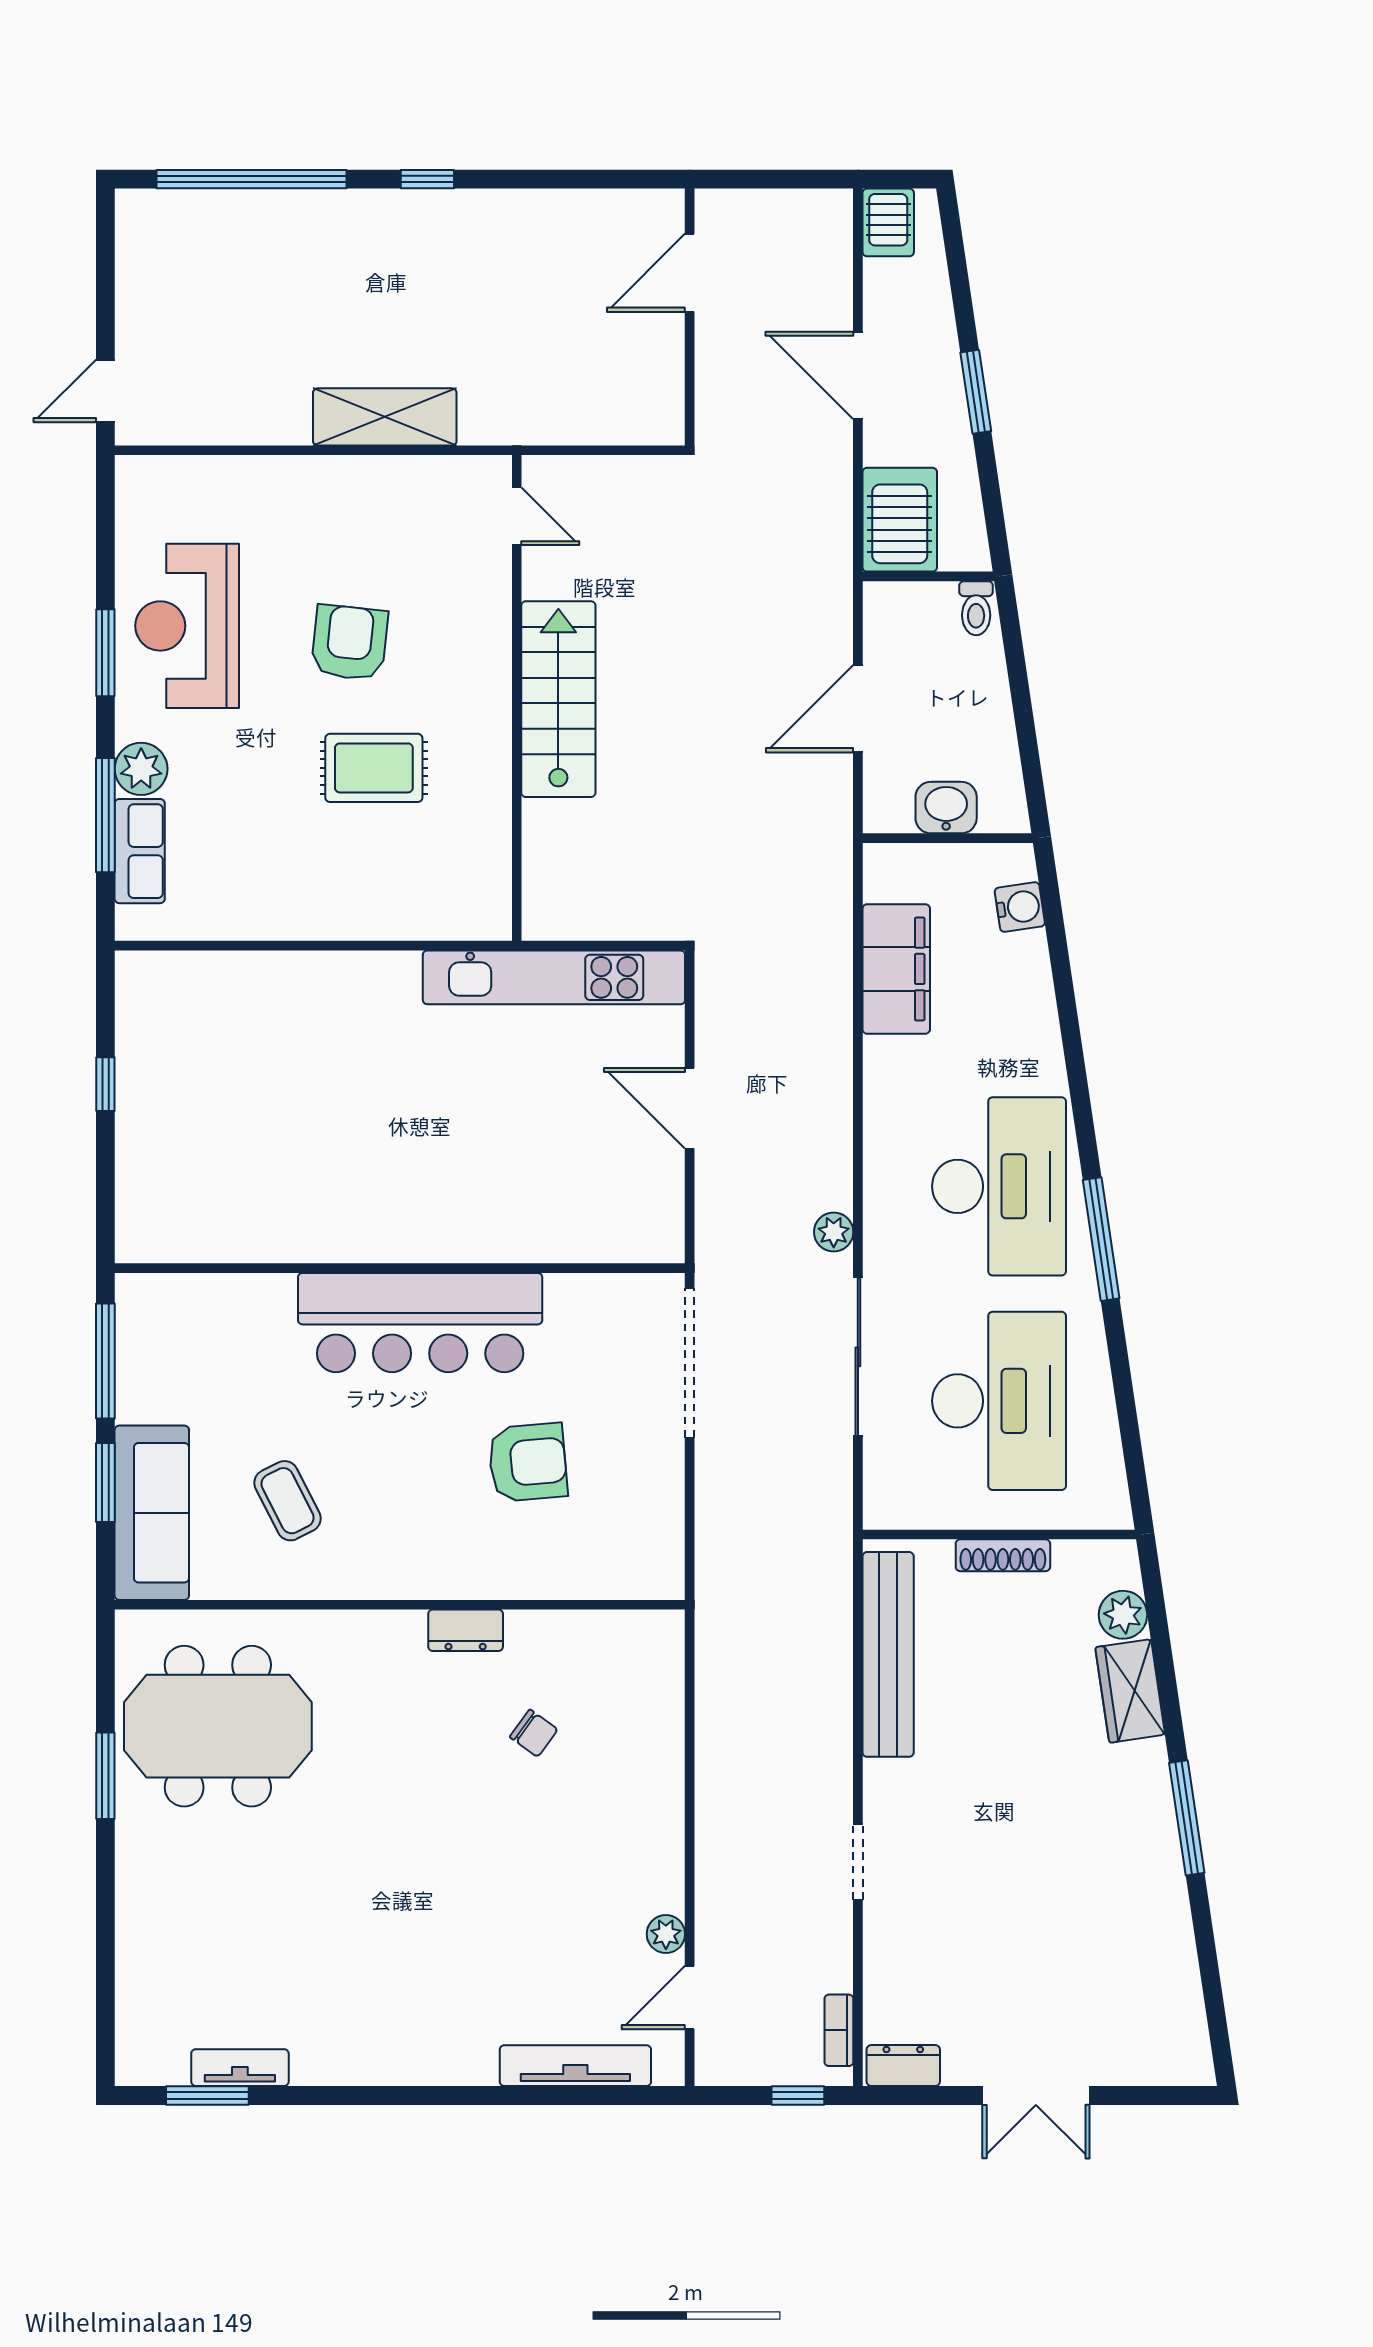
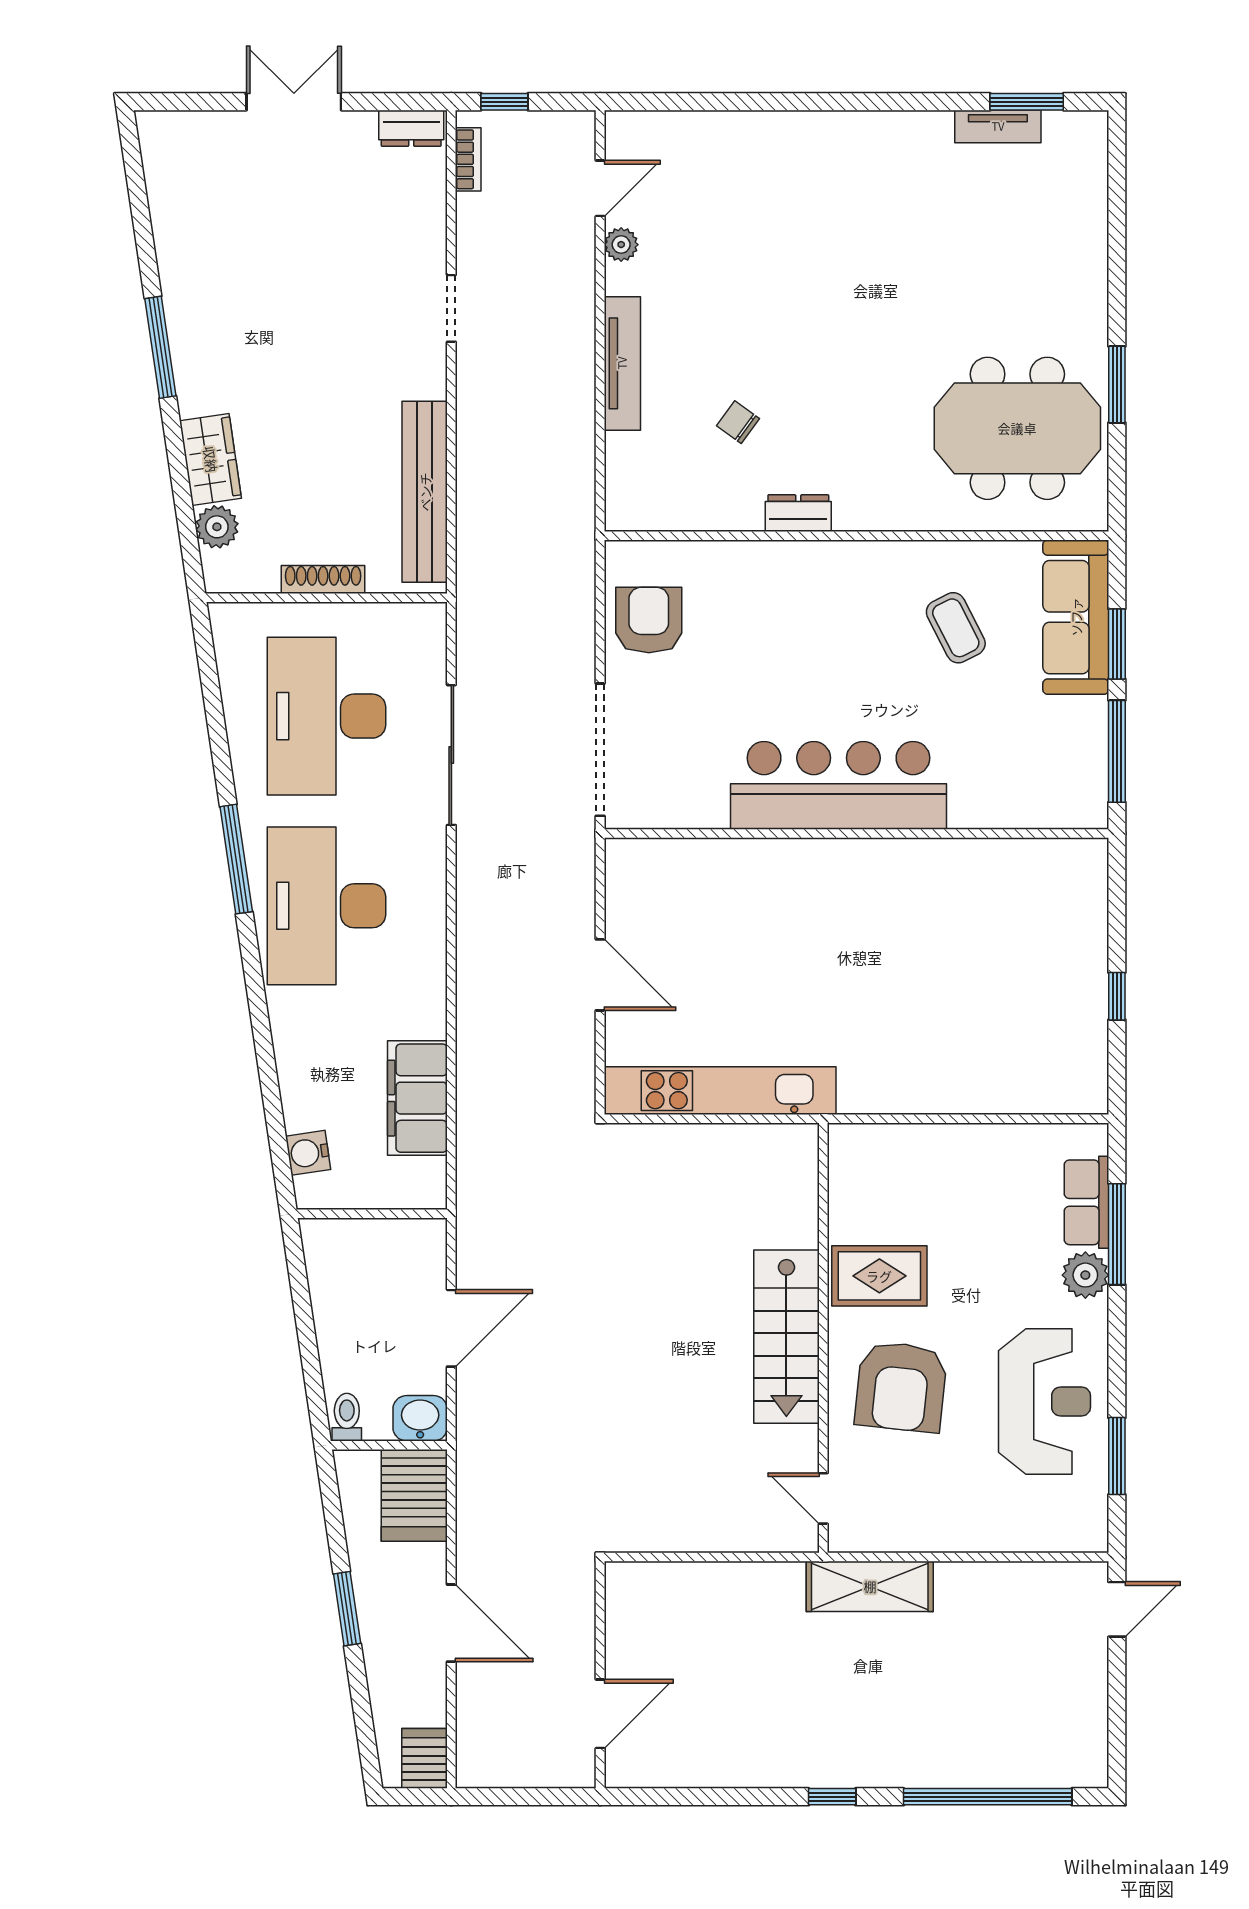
door: (517, 516) -> (823, 1498), moved
armchair: (350, 643) -> (901, 1387), width x1.36, depth x1.36
window: (105, 653) -> (1117, 1456), moved
wall: (517, 698) -> (823, 1338), moved
stairs: (558, 699) -> (786, 1337), moved
washbasin: (946, 808) -> (420, 1418), moved, turned 180
plant: (834, 1232) -> (473, 865), removed
armchair: (528, 1462) -> (649, 620), moved, turned 95
tv unit: (575, 2066) -> (622, 363), moved, turned -90

